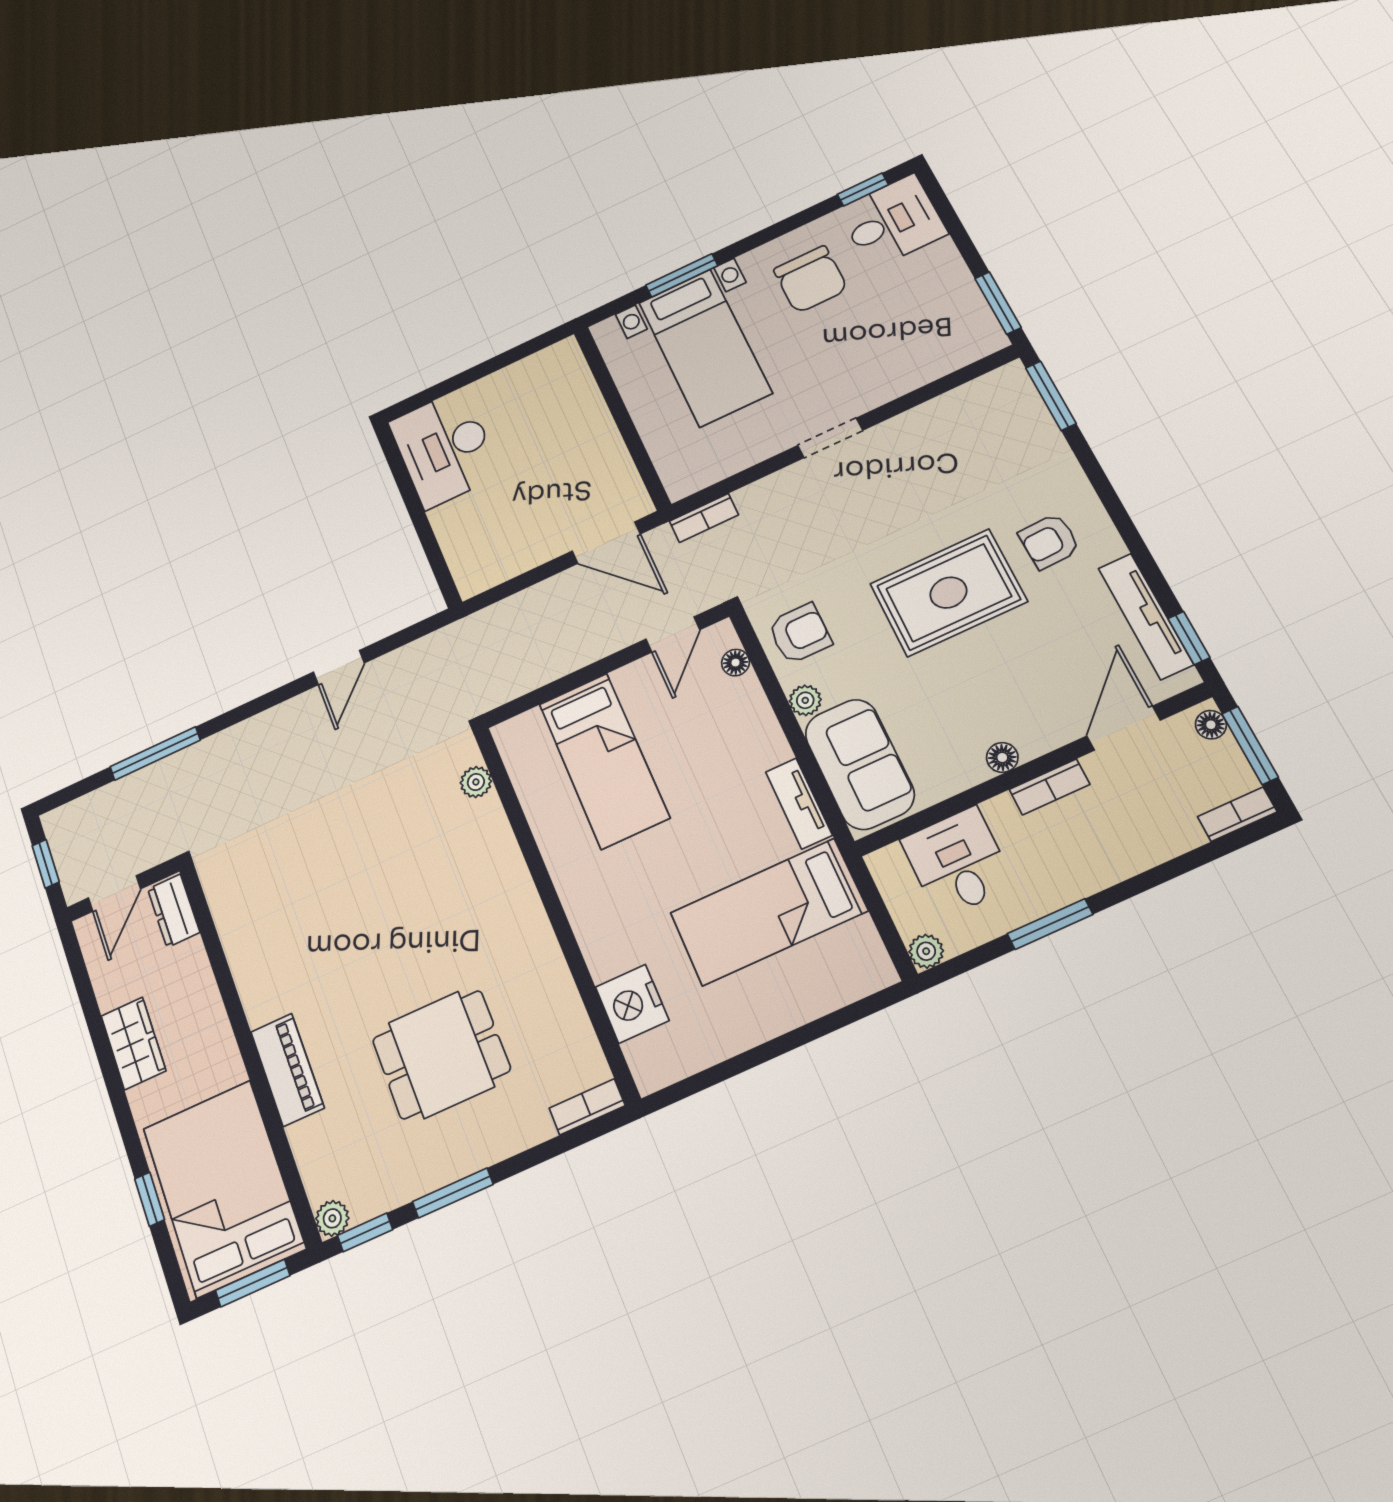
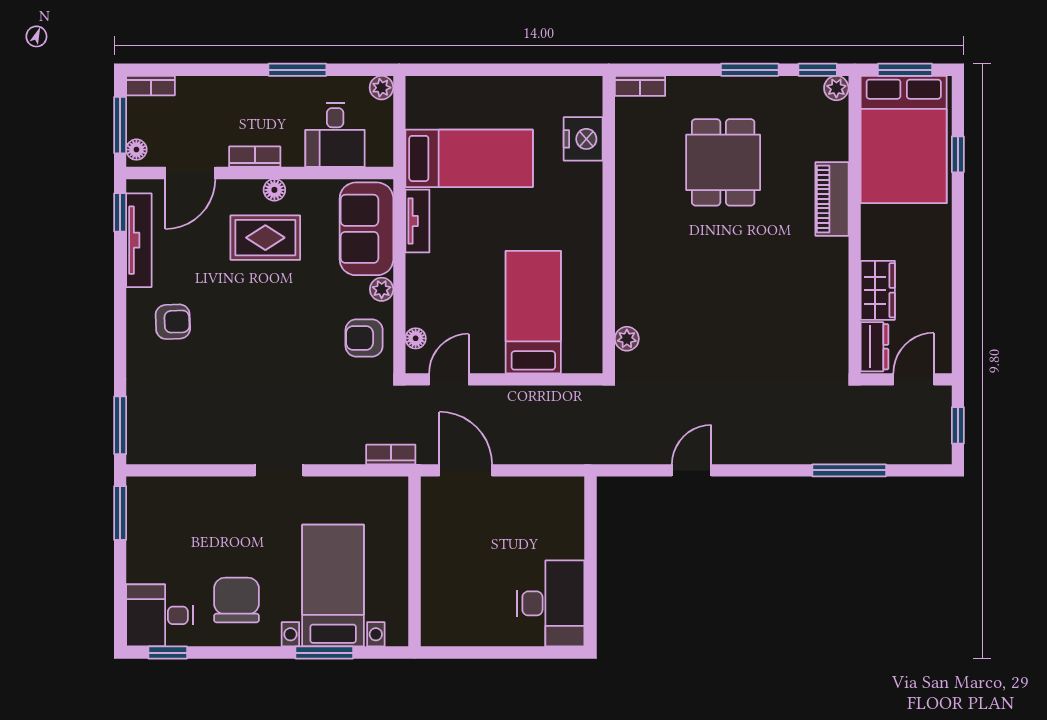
rug: (948, 593) -> (265, 238), moved, width x0.73, depth x0.70
wardrobe: (133, 1043) -> (878, 290), moved, turned 180
dining table: (441, 1055) -> (723, 162), turned 90

